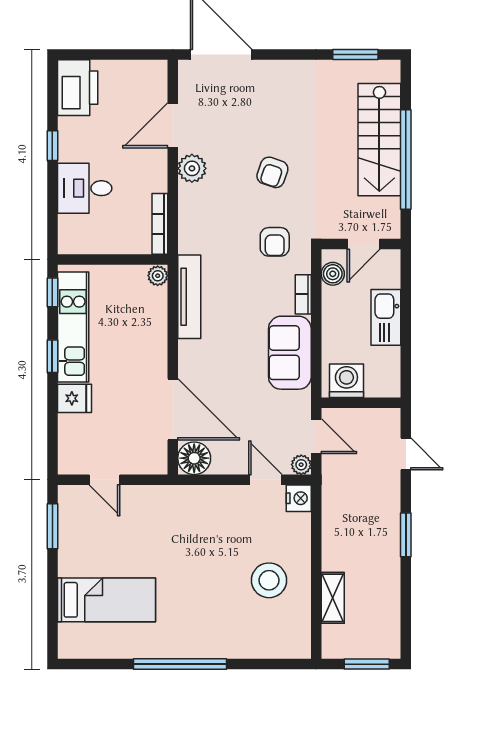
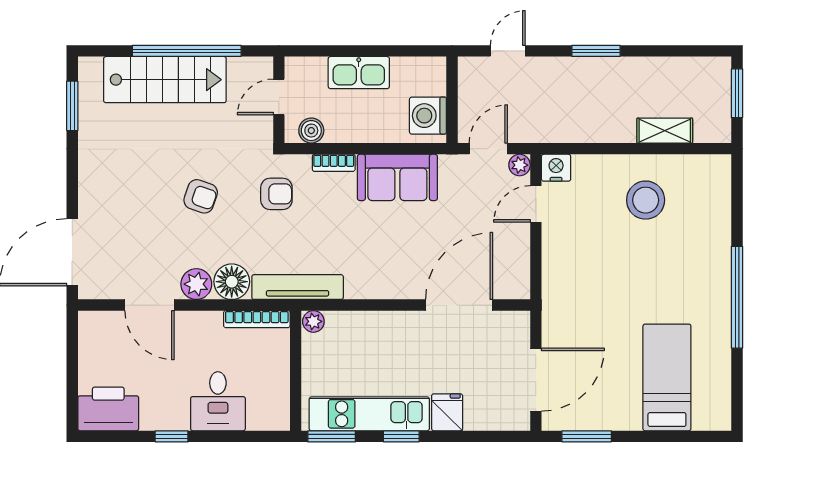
door: (364, 244) -> (279, 97), swing flipped
window: (52, 292) -> (332, 436), width x1.50
tv unit: (189, 297) -> (298, 287), moved
floor lamp: (194, 458) -> (232, 282), moved
door: (104, 480) -> (536, 380), width x1.88

